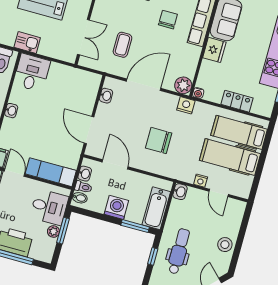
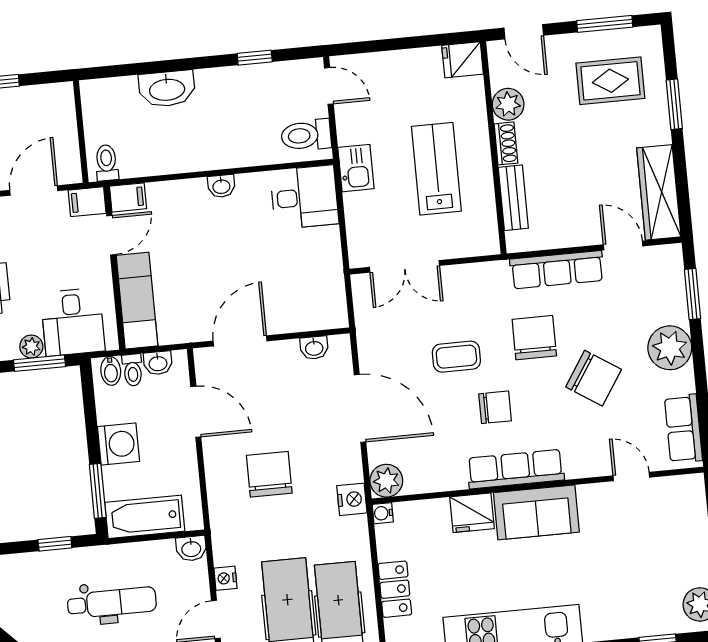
coffee table: (122, 45) -> (456, 357), moved
door: (115, 164) -> (196, 412), hinge flipped
dental chair: (179, 251) -> (112, 603), moved

